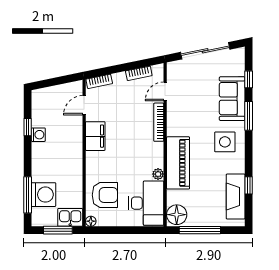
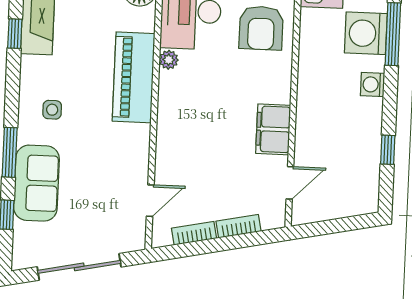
bookcase: (99, 81) -> (239, 226), moved
bookcase: (159, 122) -> (164, 148), removed
washing machine: (38, 135) -> (372, 84), moved
side table: (225, 142) -> (52, 110), width x0.54, depth x0.54
armchair: (105, 195) -> (261, 28), turned -90

